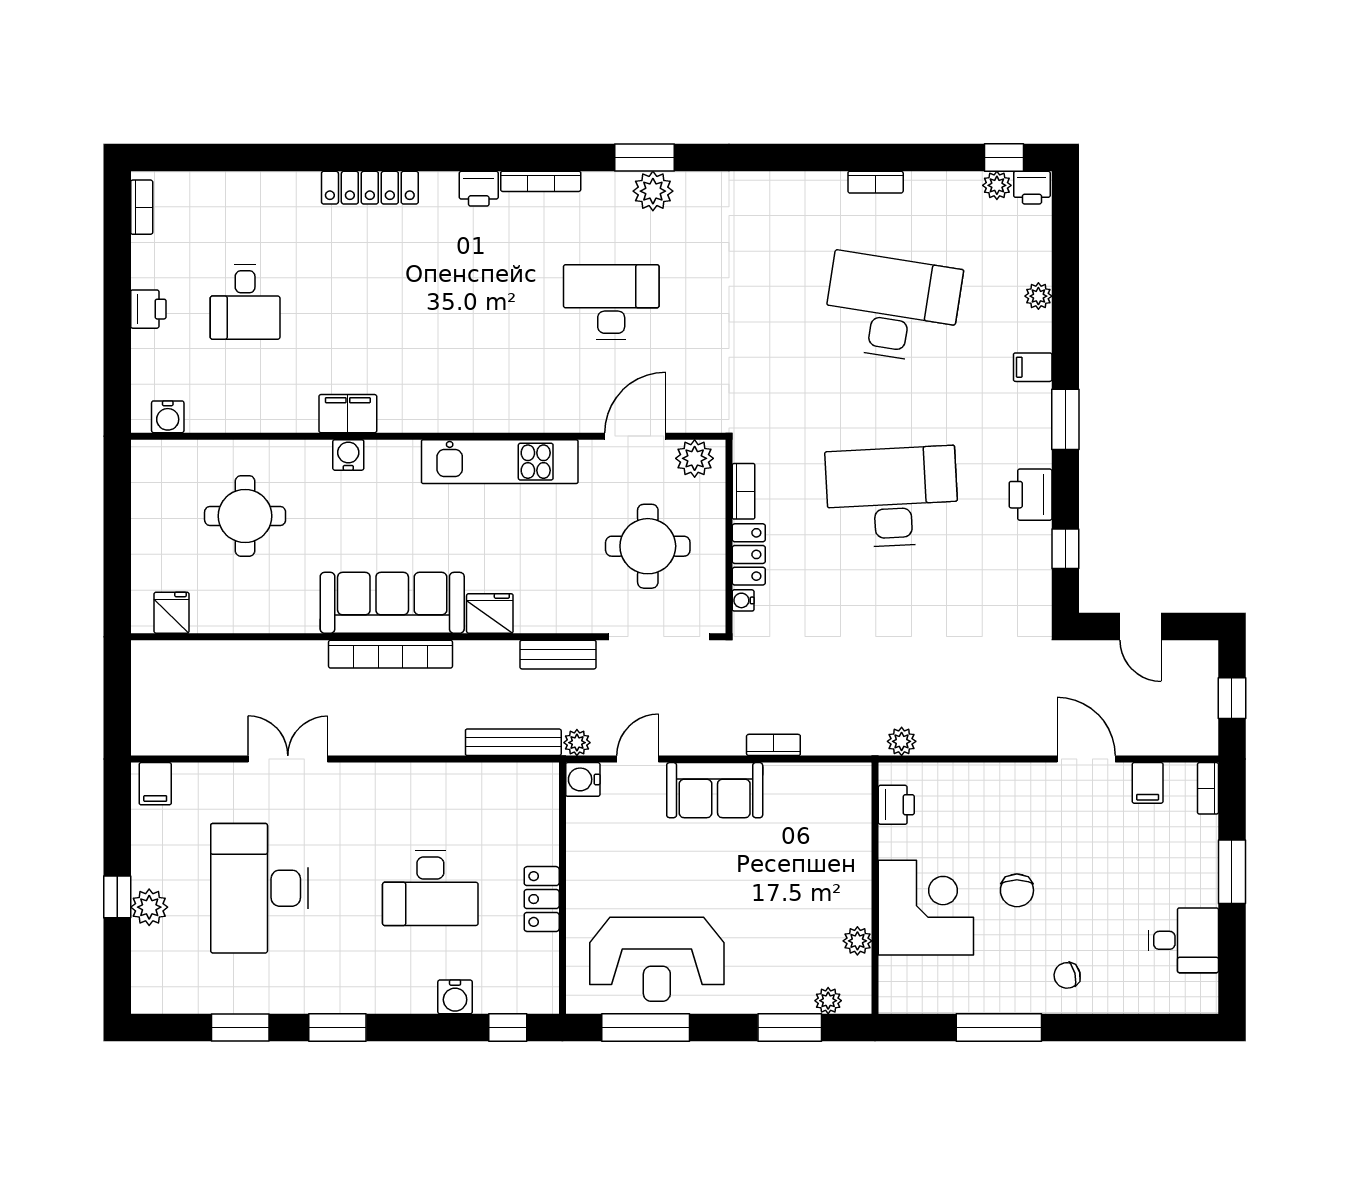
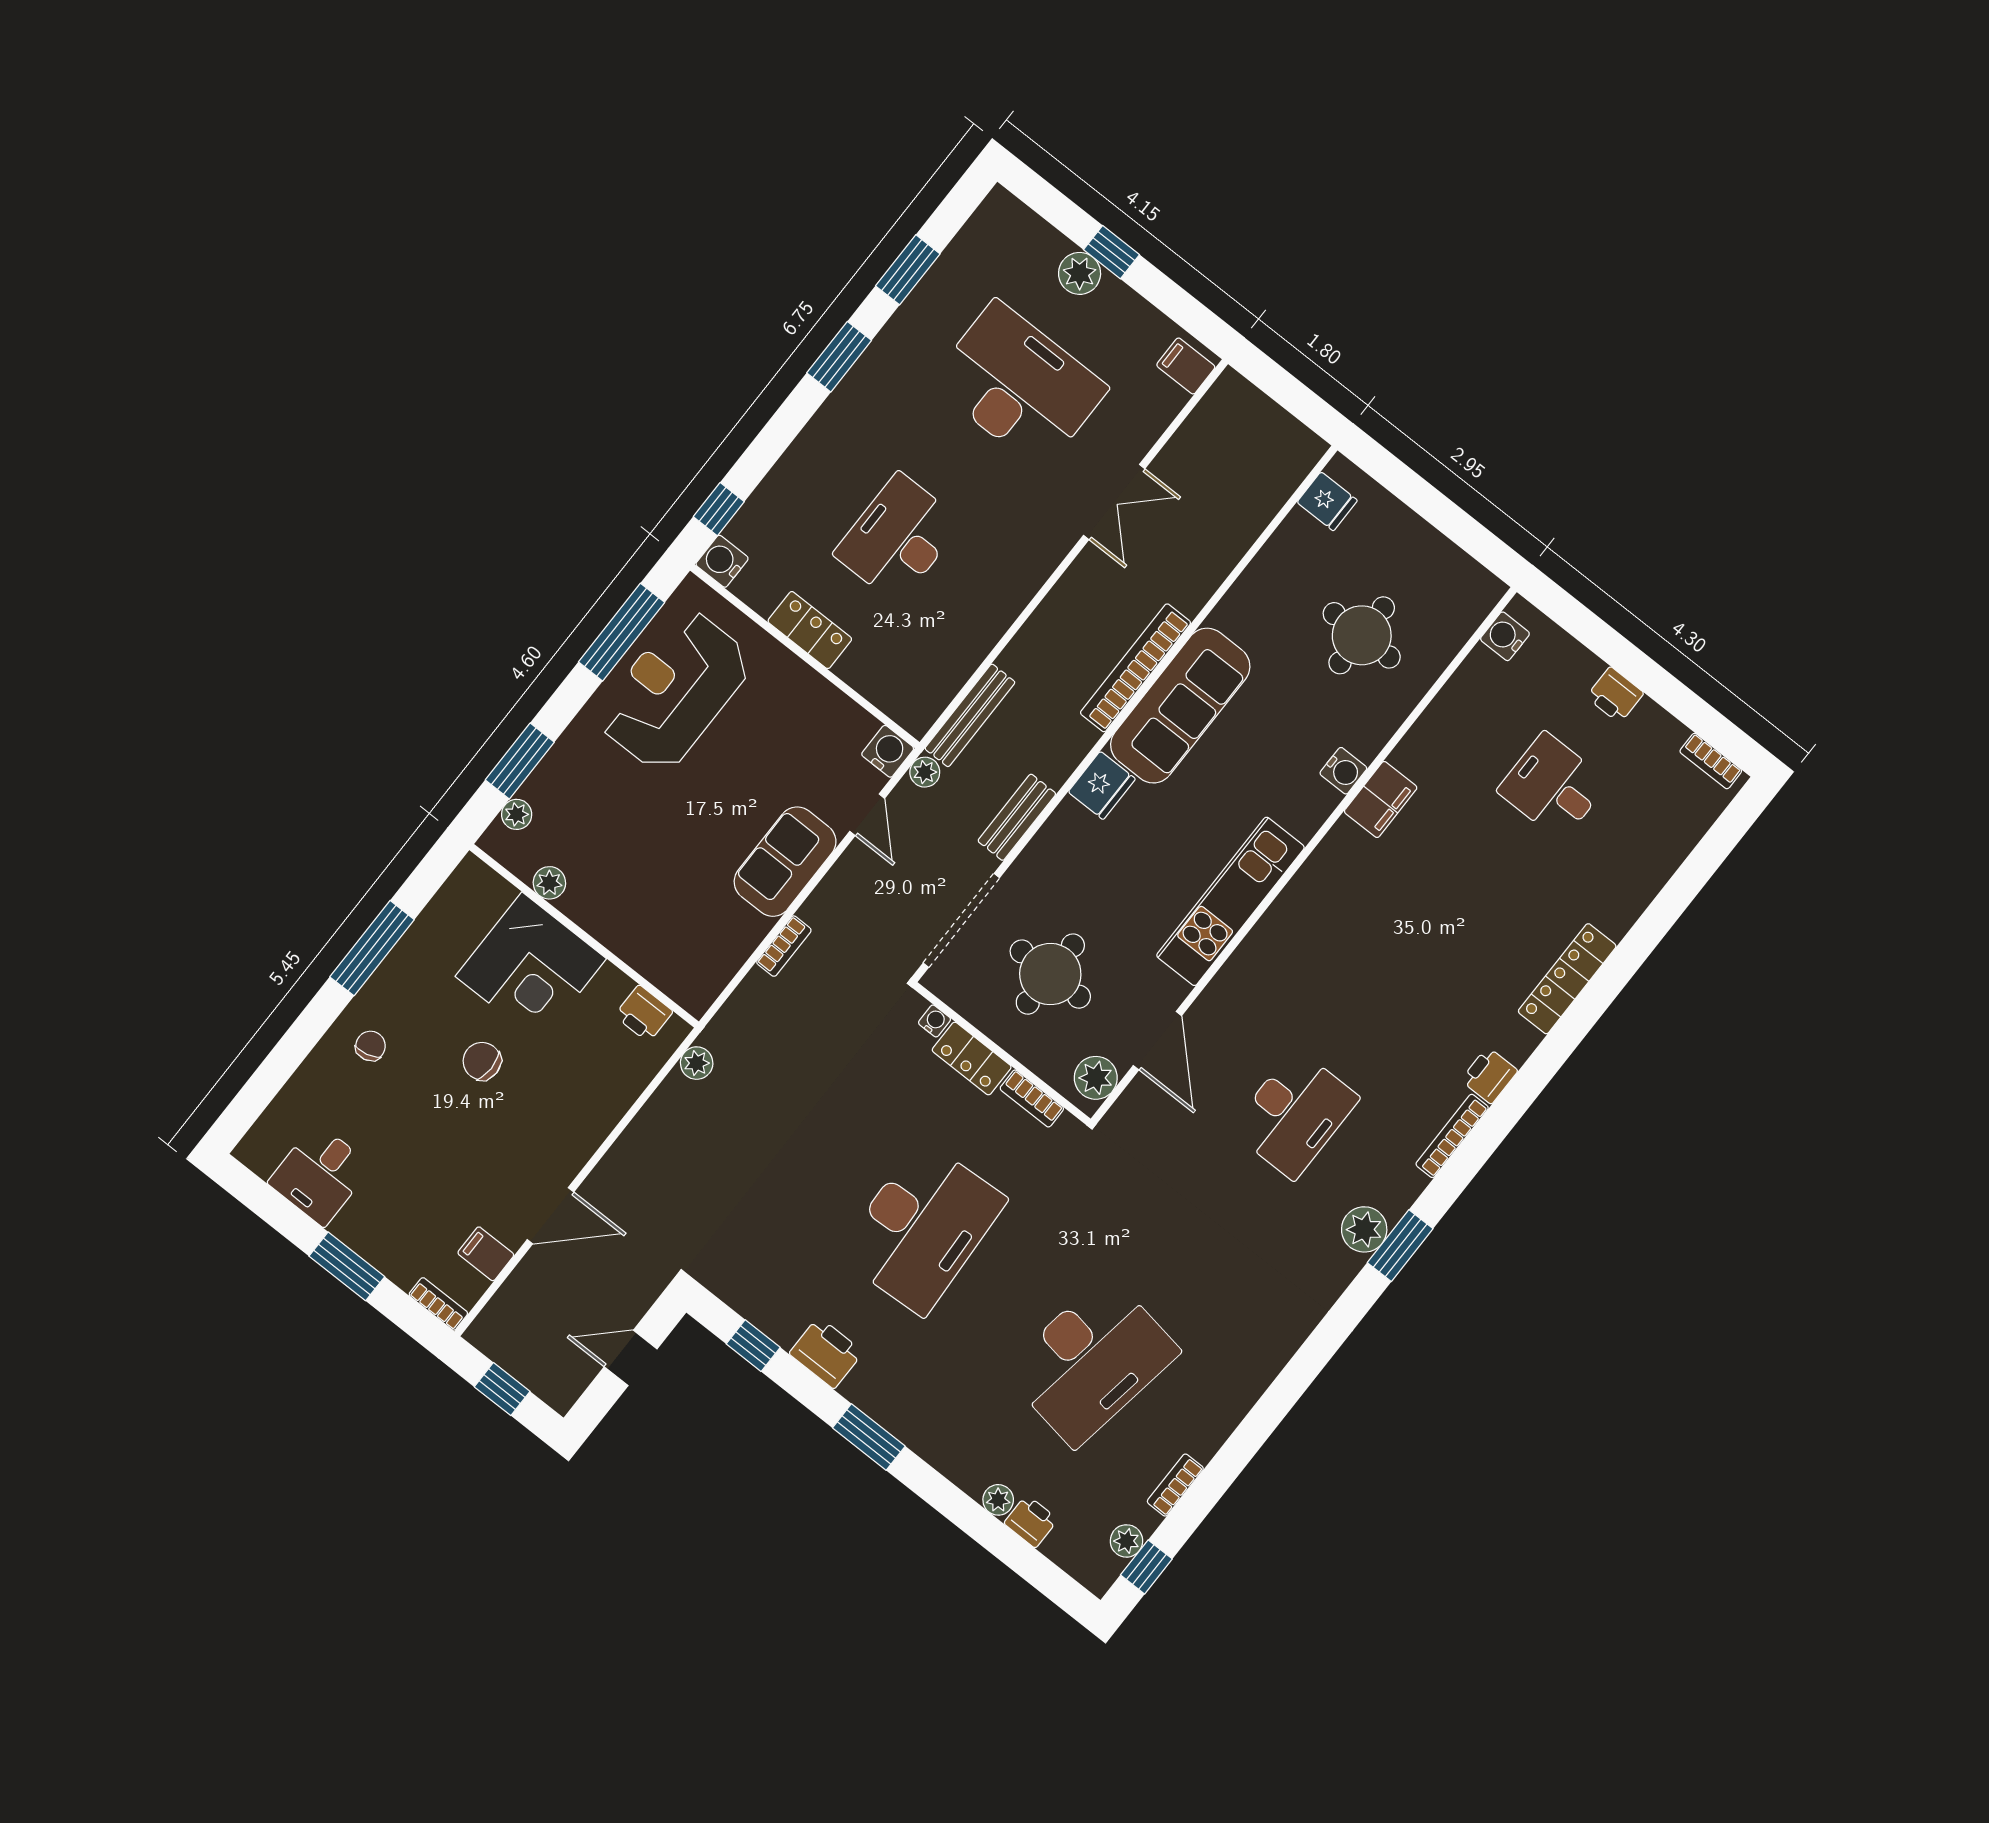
bookcase: (876, 182) -> (1175, 1485), moved
printer: (1032, 188) -> (1031, 1521), moved, turned 90
filing cabinet: (1033, 367) -> (939, 1445), removed
water cooler: (455, 997) -> (722, 561), moved

